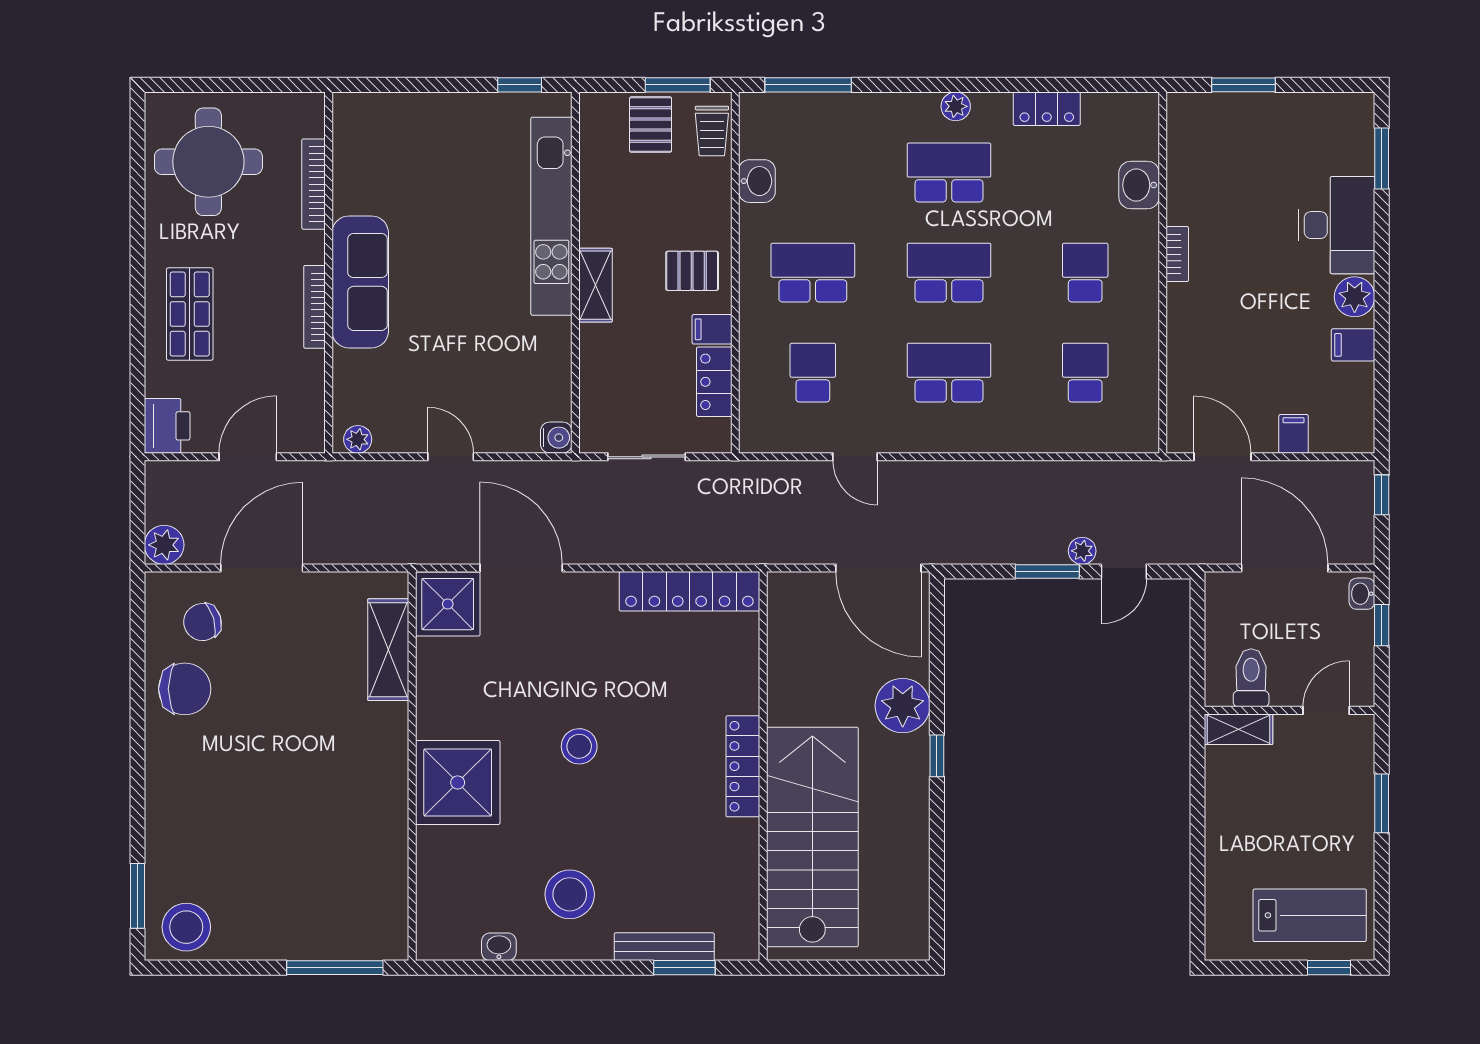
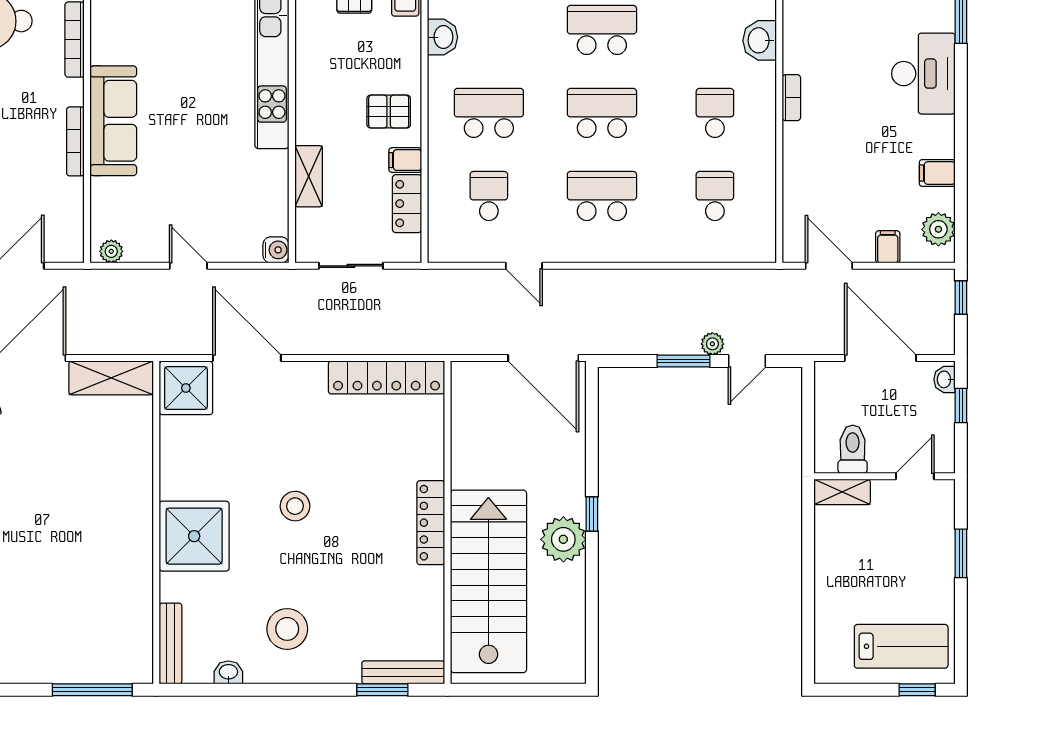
shelving: (595, 285) -> (309, 176), moved
plant: (1355, 297) -> (938, 229), moved
shelving: (388, 650) -> (111, 378), moved, turned 90
plant: (903, 706) -> (563, 539), moved
bench: (429, 912) -> (171, 644), added
bench: (664, 947) -> (403, 672), moved

